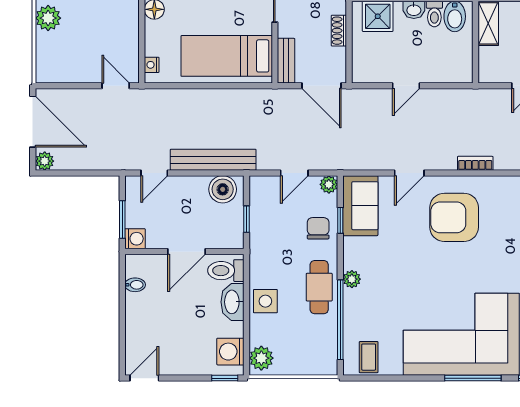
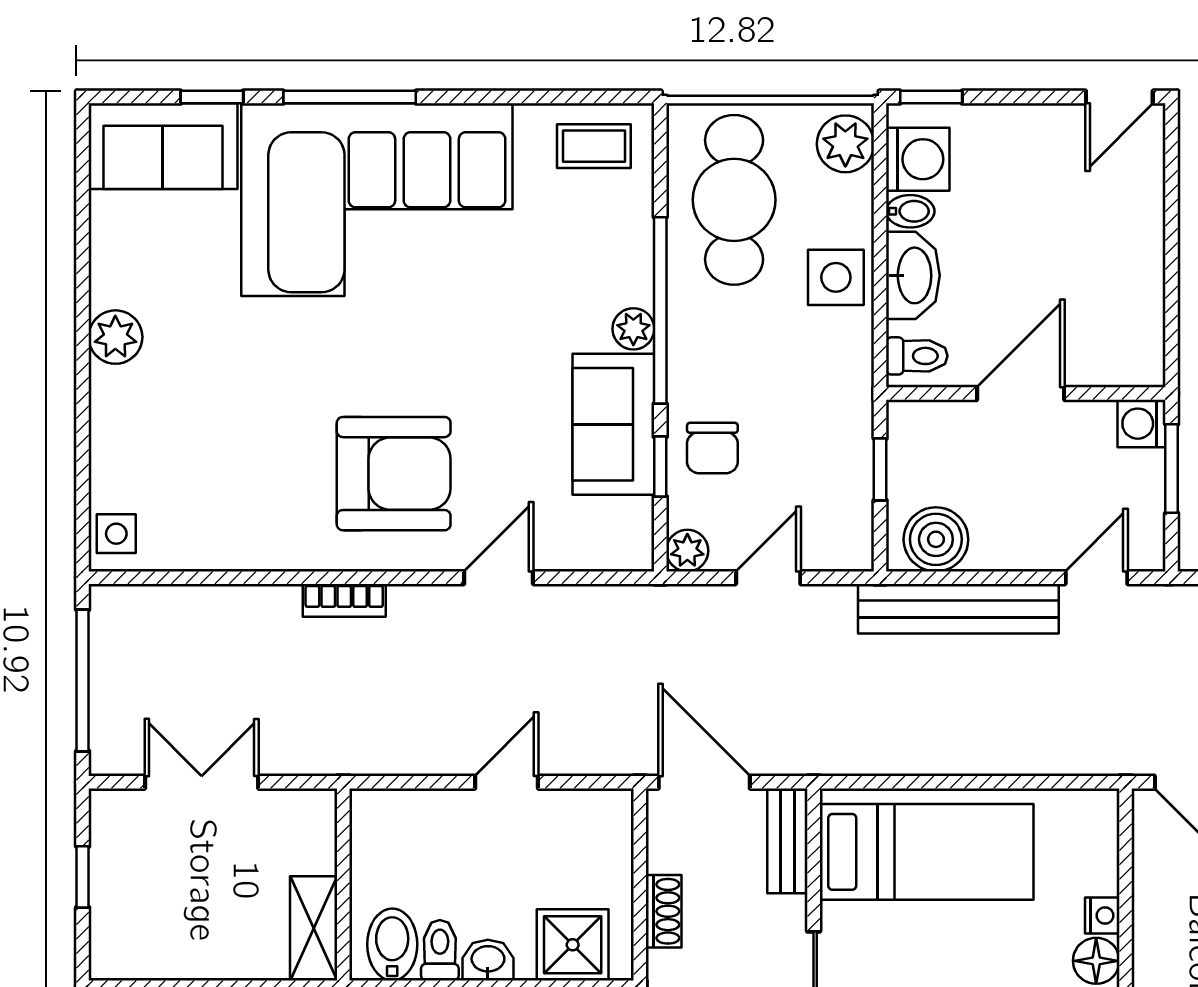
nightstand: (152, 65) -> (1102, 915), moved
sofa: (360, 206) -> (613, 424), moved
toilet: (226, 271) -> (917, 356), width x0.73, depth x0.72
bidet: (135, 285) -> (910, 211), moved, turned 180
cafe table: (319, 287) -> (734, 200), moved, width x1.37, depth x1.35
window: (340, 320) -> (660, 310), moved
coffee table: (369, 357) -> (594, 146), turned 90

